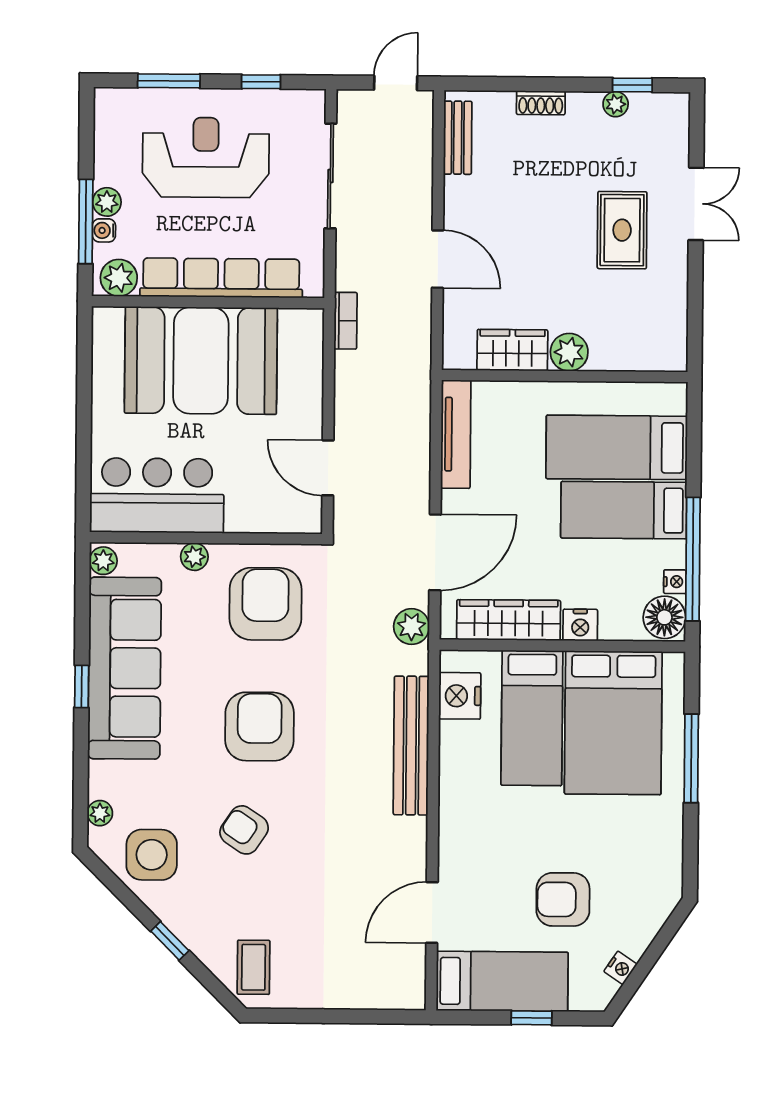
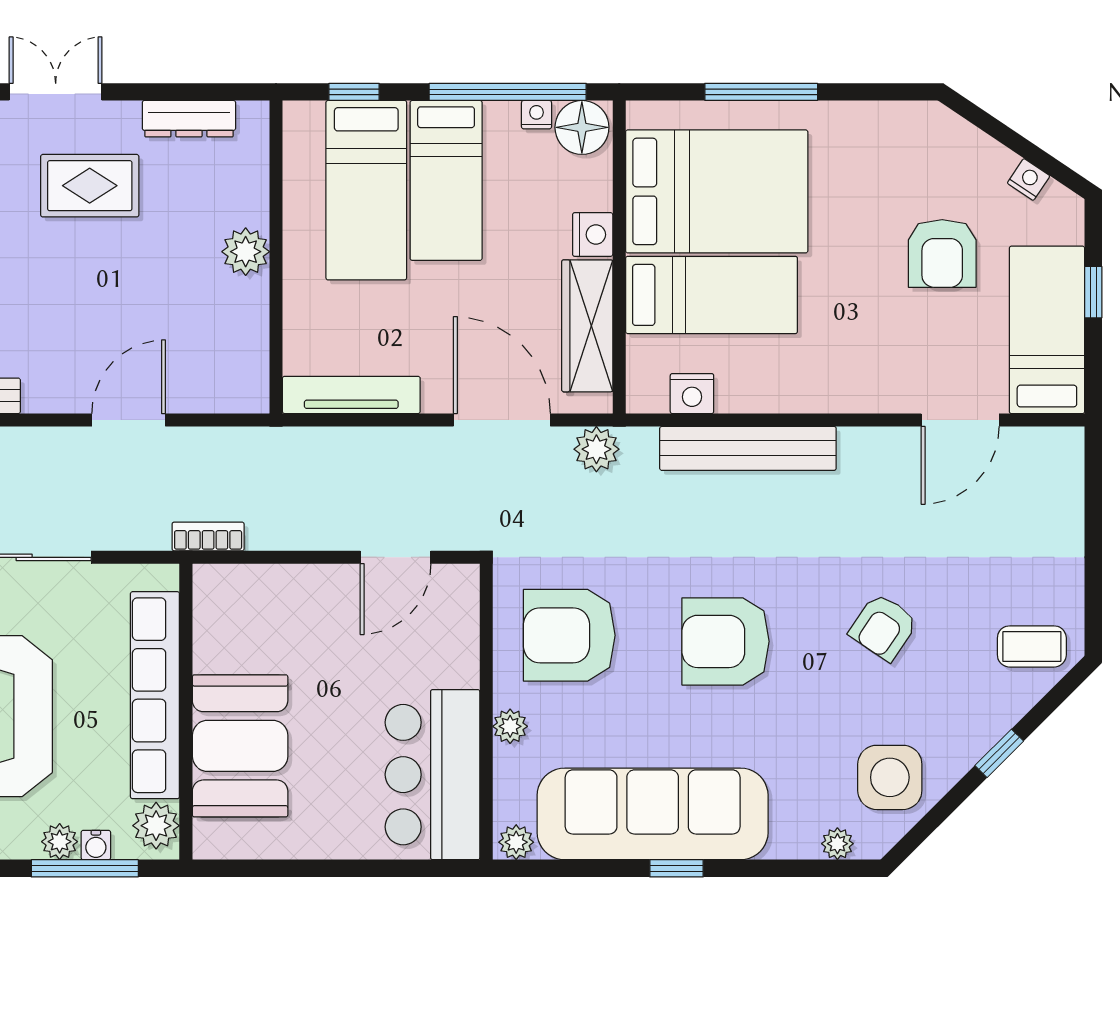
dresser: (674, 309) -> (189, 119), added
wardrobe: (512, 350) -> (244, 324), removed
booth: (201, 360) -> (240, 746), width x0.73, depth x0.70
window: (694, 438) -> (354, 92), added
nightstand: (460, 696) -> (692, 394), width x0.74, depth x0.75
armchair: (244, 830) -> (883, 627), moved
door: (432, 912) -> (960, 420), hinge flipped

